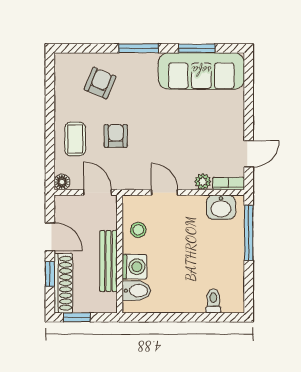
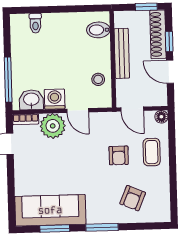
plant: (203, 182) -> (53, 126), width x1.88, depth x1.88
washing machine: (134, 267) -> (55, 99), moved, turned 90

